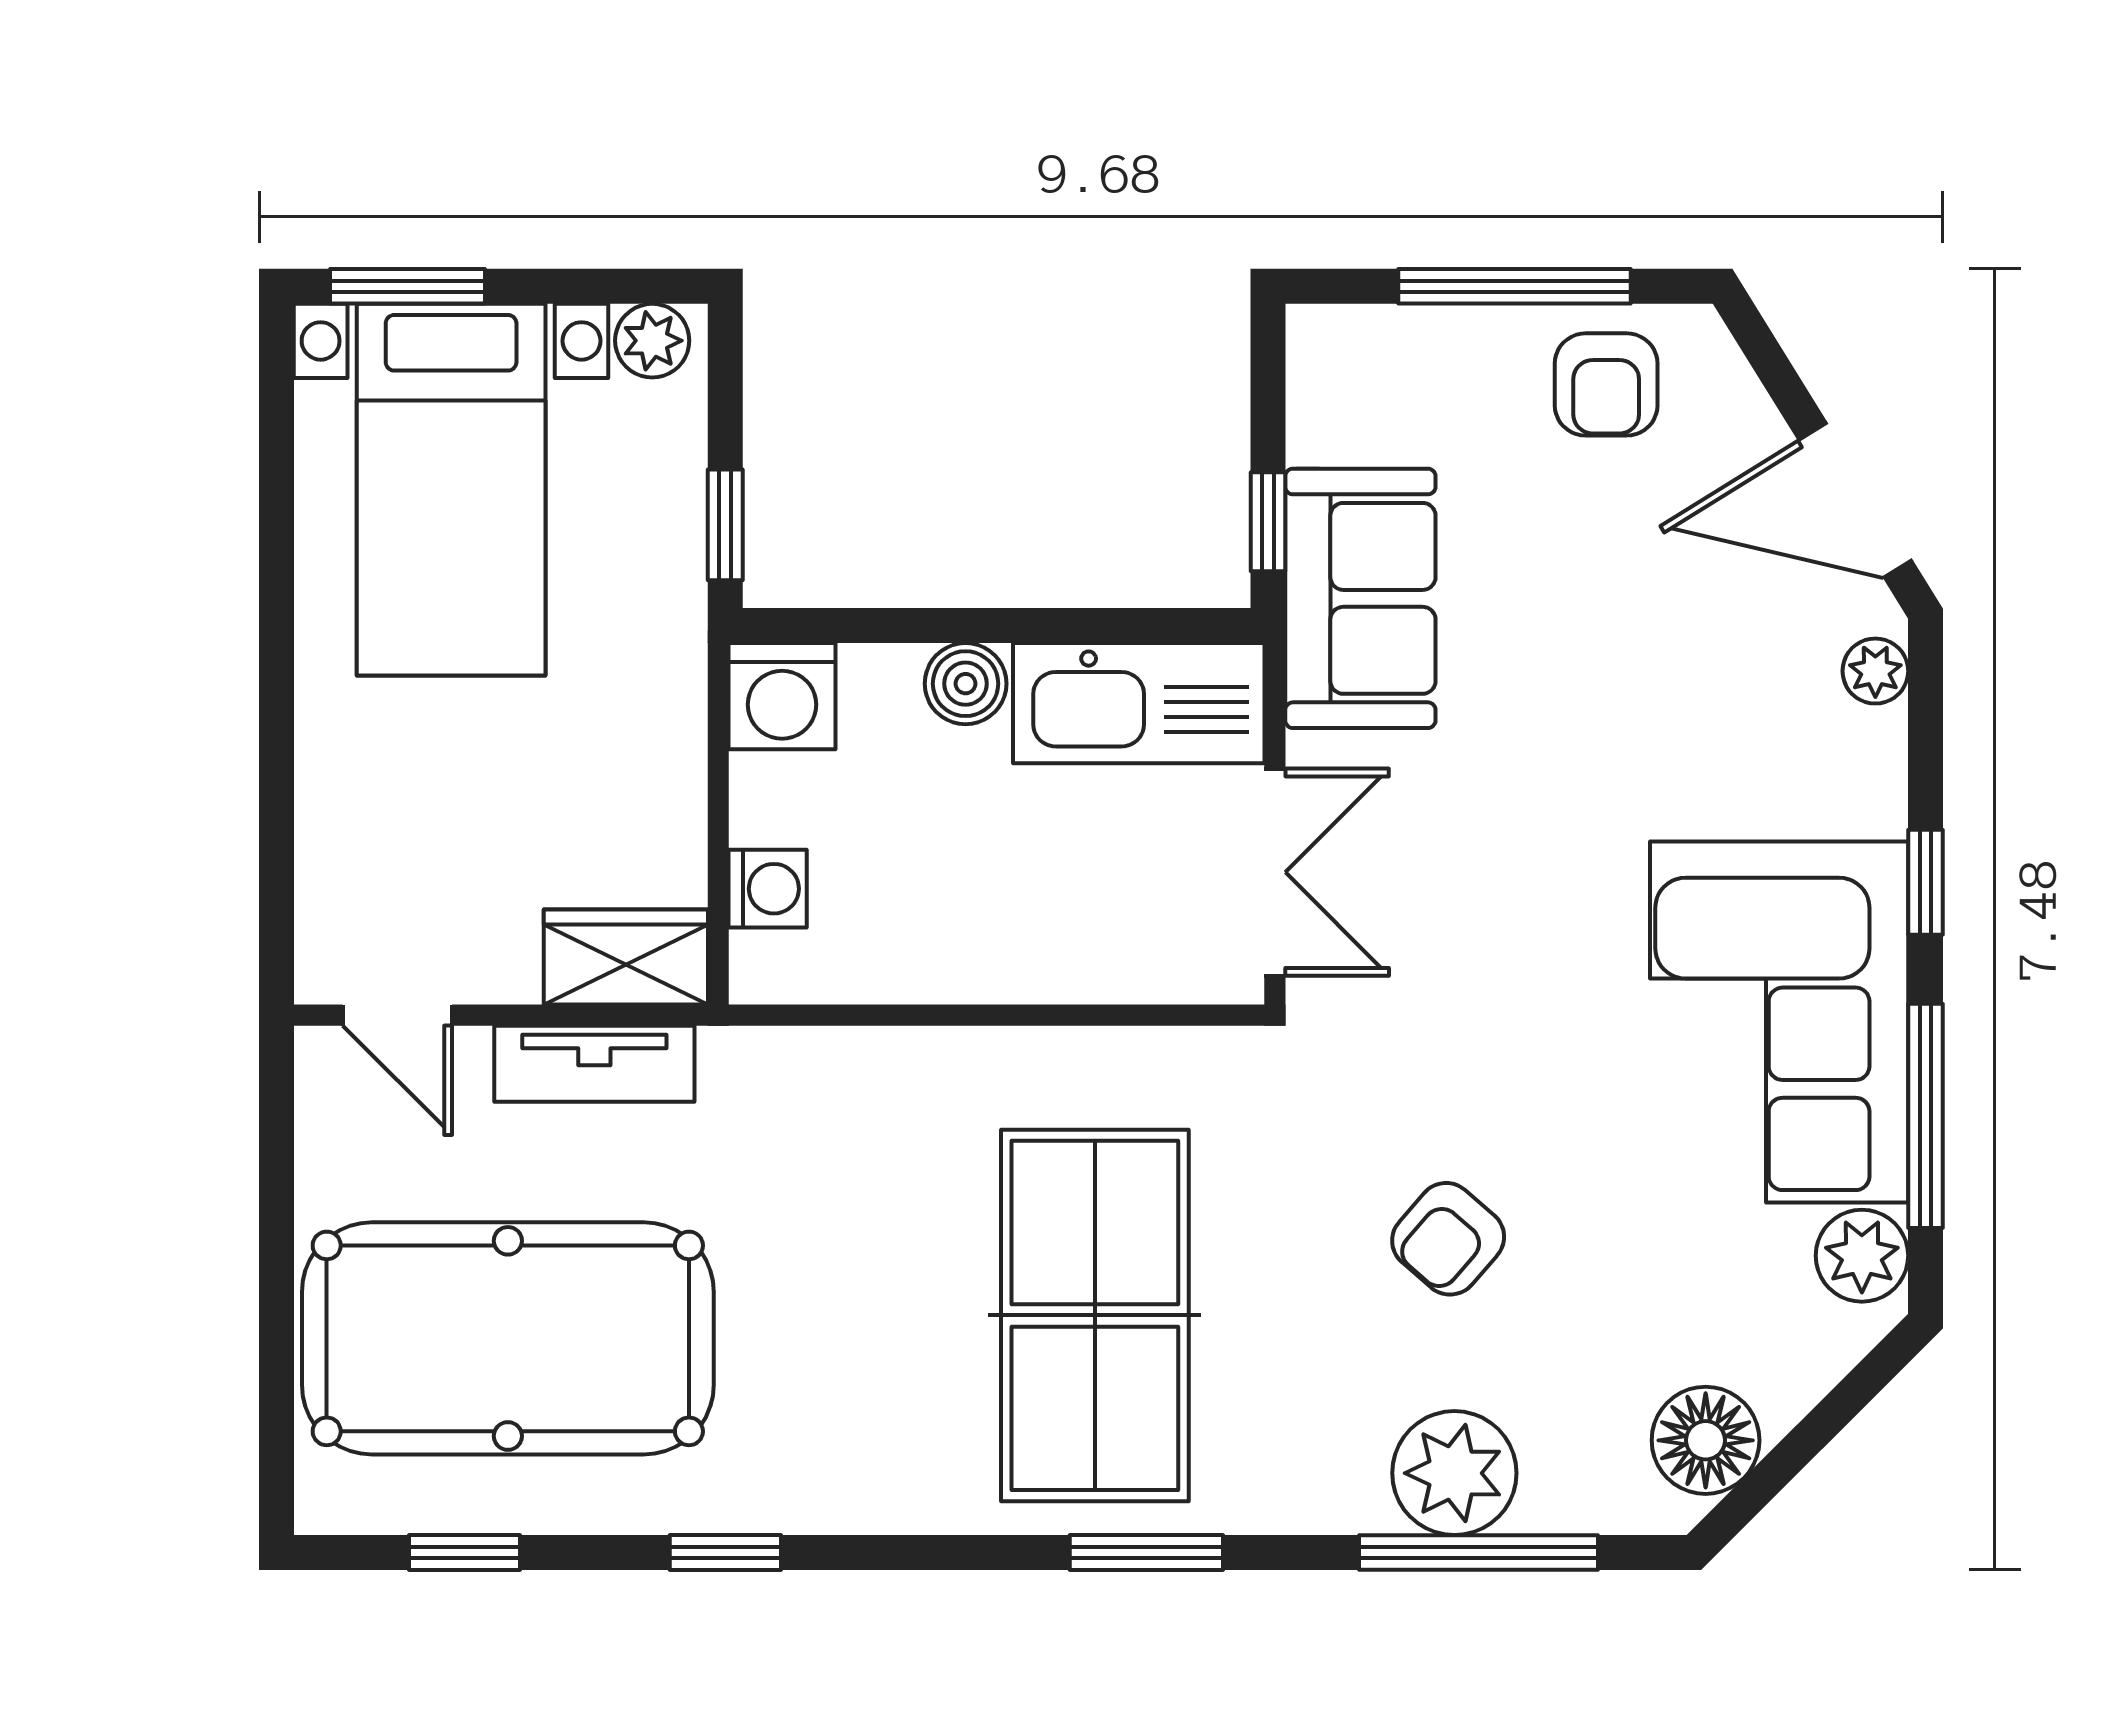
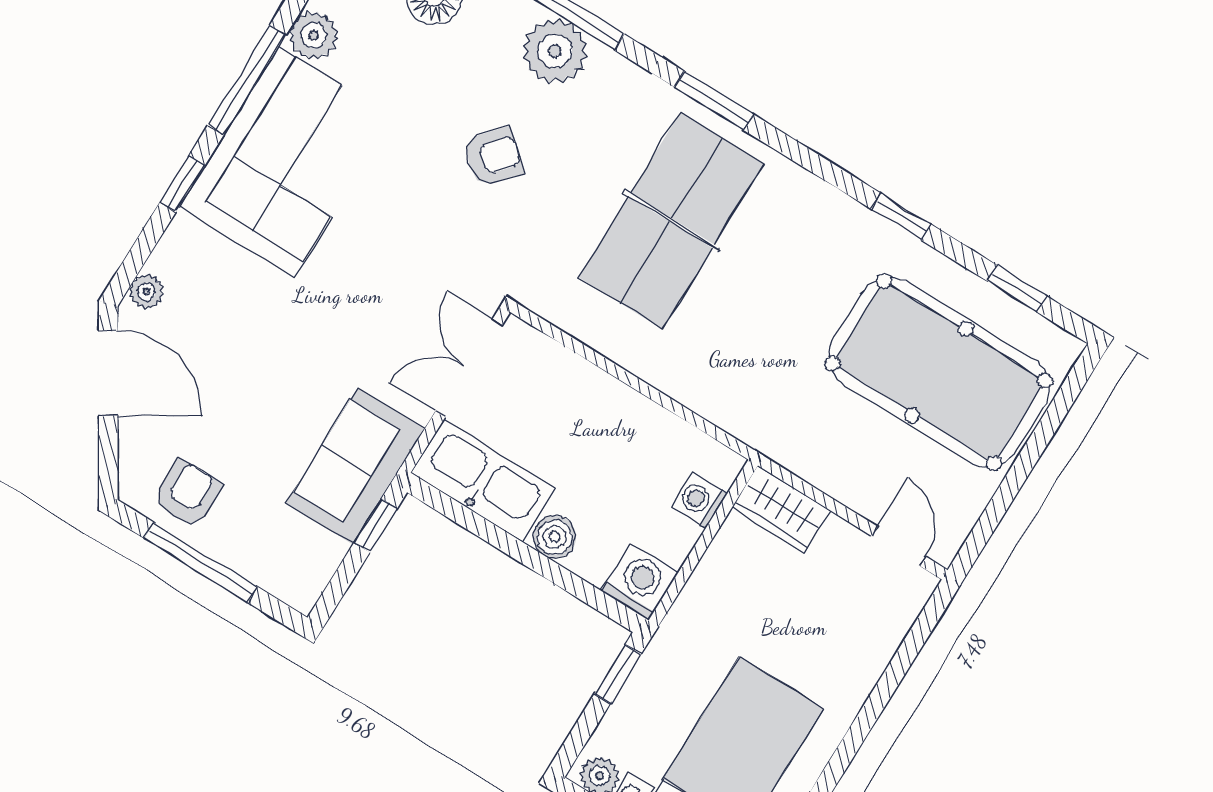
tv unit: (594, 1064) -> (825, 470), removed

